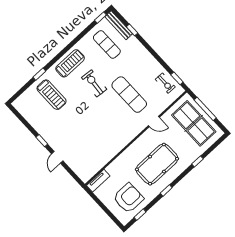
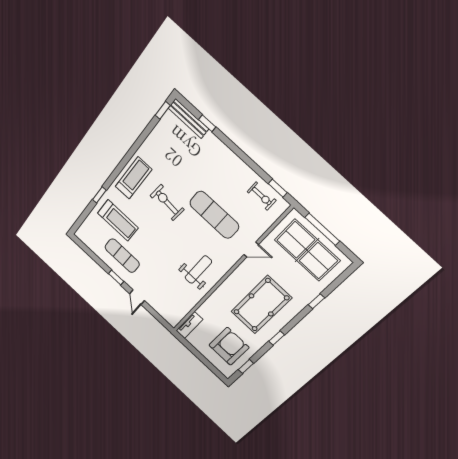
exercise mat: (107, 44) -> (122, 256), moved
weight bench: (112, 136) -> (198, 270), added

